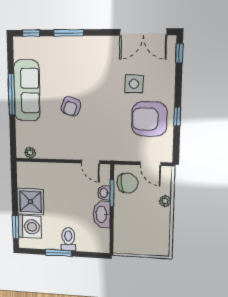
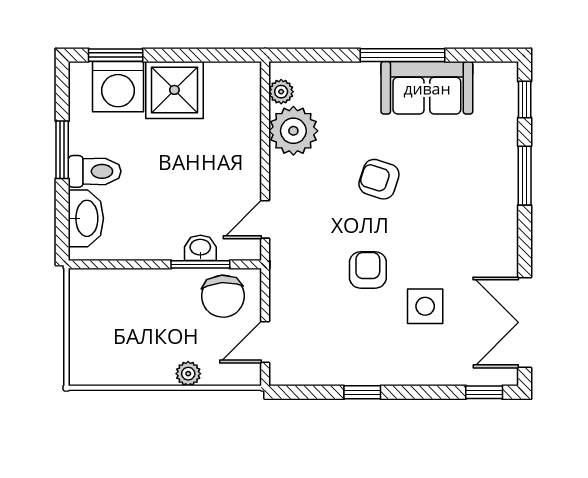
sofa: (27, 91) -> (427, 88), width x0.73
armchair: (149, 119) -> (368, 270), moved, width x0.53, depth x0.53
plant: (48, 147) -> (293, 131), added
washbasin: (102, 214) -> (86, 218), moved, turned 90

